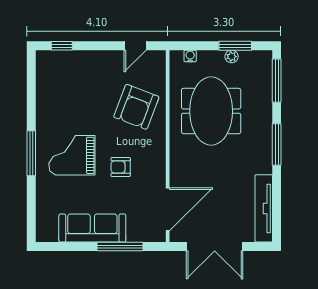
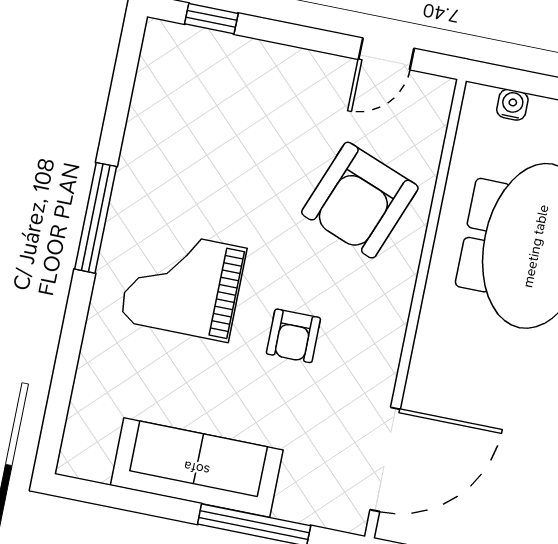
window: (31, 153) -> (96, 218), moved
armchair: (121, 167) -> (293, 336), turned -90

